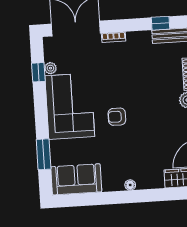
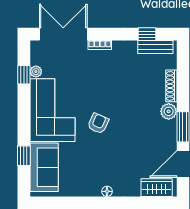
armchair: (117, 117) -> (98, 123), turned 114
window: (44, 154) -> (24, 156), width x0.67
sofa: (76, 179) -> (44, 167), moved, turned 90

